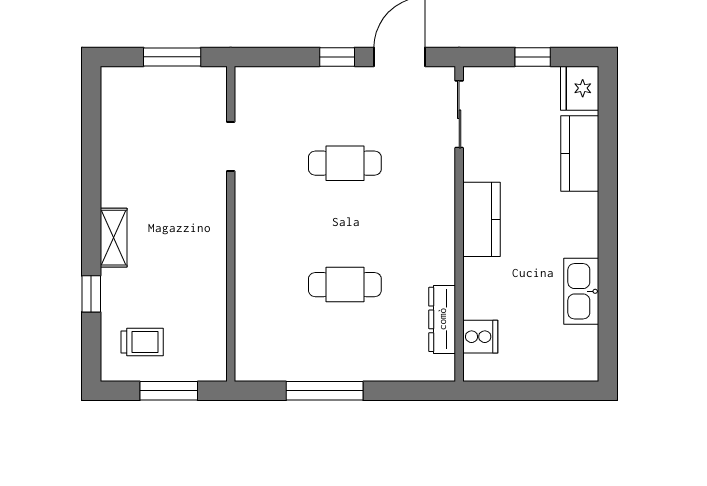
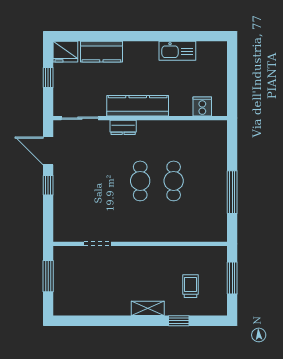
cafe table: (345, 163) -> (140, 181), moved
kitchen counter: (481, 219) -> (138, 106), width x1.50
dresser: (442, 319) -> (123, 127), moved, width x0.70
trolley: (142, 342) -> (190, 286), moved

